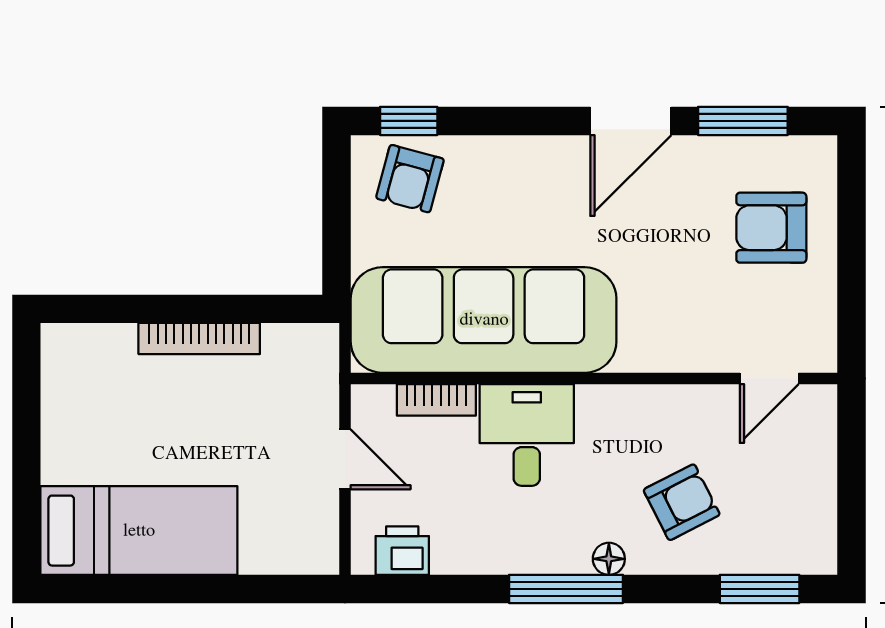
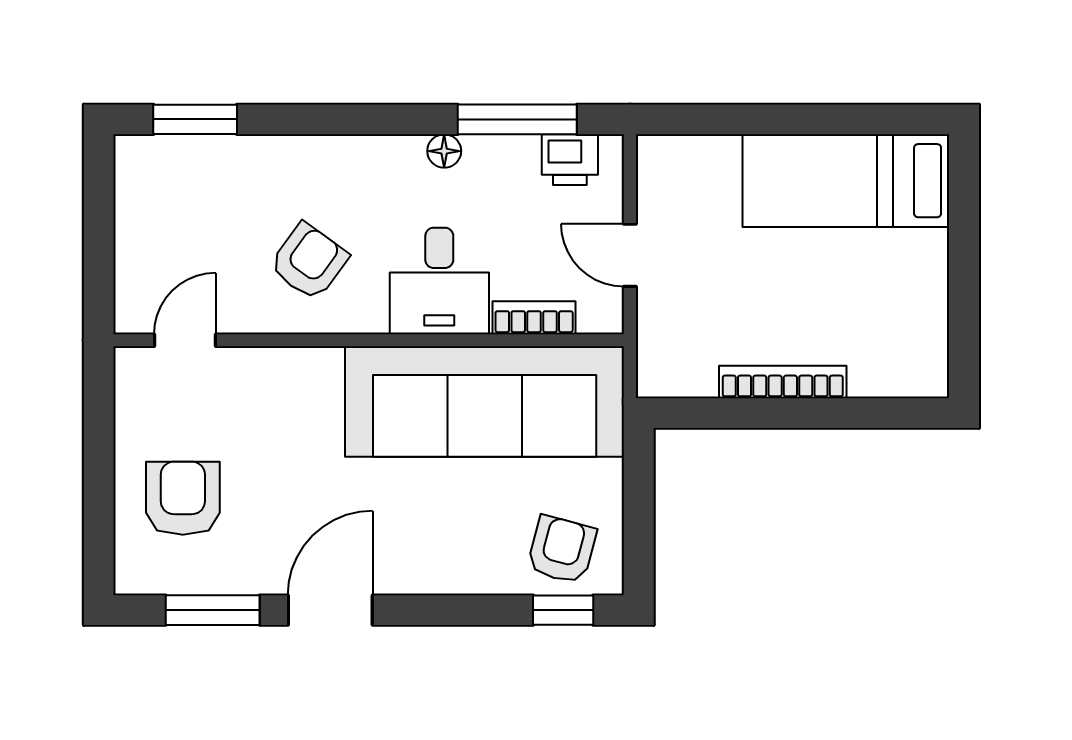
armchair: (771, 228) -> (183, 498), turned -90
armchair: (682, 502) -> (309, 261), moved, turned 153
floor lamp: (609, 559) -> (444, 151), moved
window: (566, 589) -> (517, 119), moved

